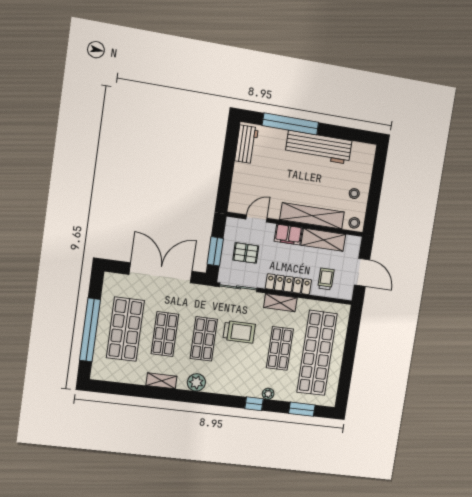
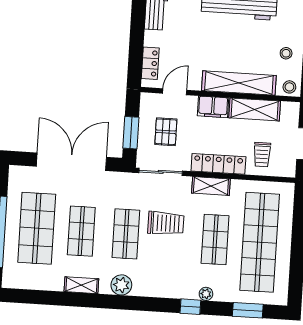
locker: (237, 192) -> (150, 63), added
pallet: (246, 253) -> (166, 132), turned 90
trolley: (326, 279) -> (262, 155), turned 180

